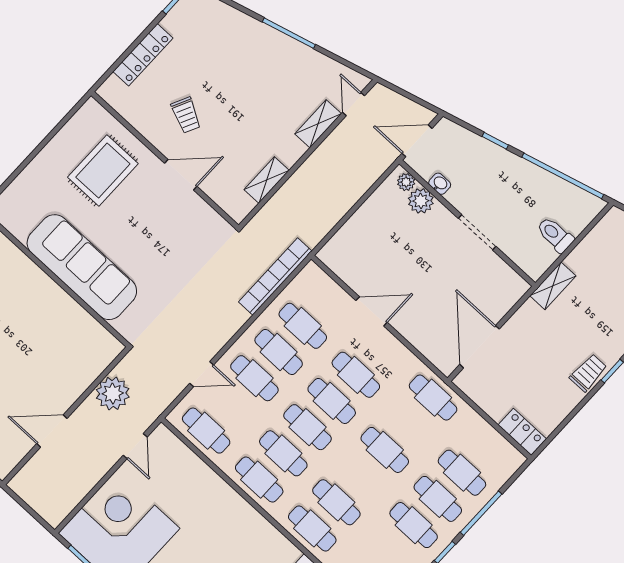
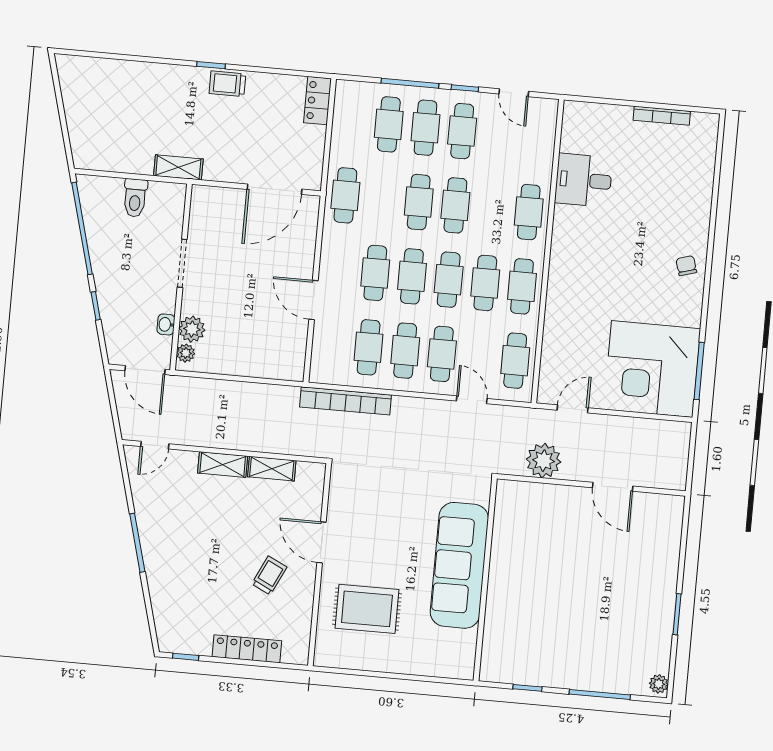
shelving: (318, 124) -> (223, 465), moved
cafe table: (336, 502) -> (455, 205), moved

